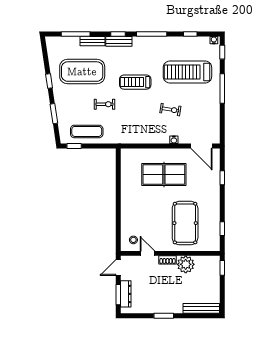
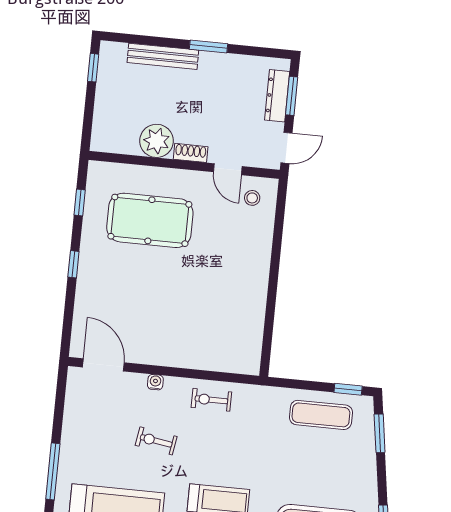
exercise bike: (104, 104) -> (211, 400), moved
window: (54, 114) -> (380, 433), moved
table tennis table: (164, 175) -> (181, 317), removed
window: (222, 178) -> (73, 264), moved
pool table: (185, 223) -> (150, 220), turned 90
window: (222, 268) -> (93, 68), moved
bench: (201, 308) -> (163, 56), moved

